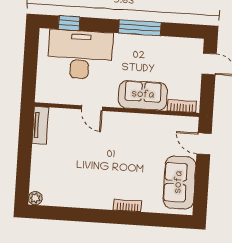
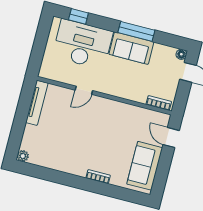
floor lamp: (197, 44) -> (181, 54), added
sofa: (143, 95) -> (131, 48), moved, turned 180
door: (92, 108) -> (84, 90), hinge flipped
tv unit: (40, 125) -> (37, 103), width x1.41

